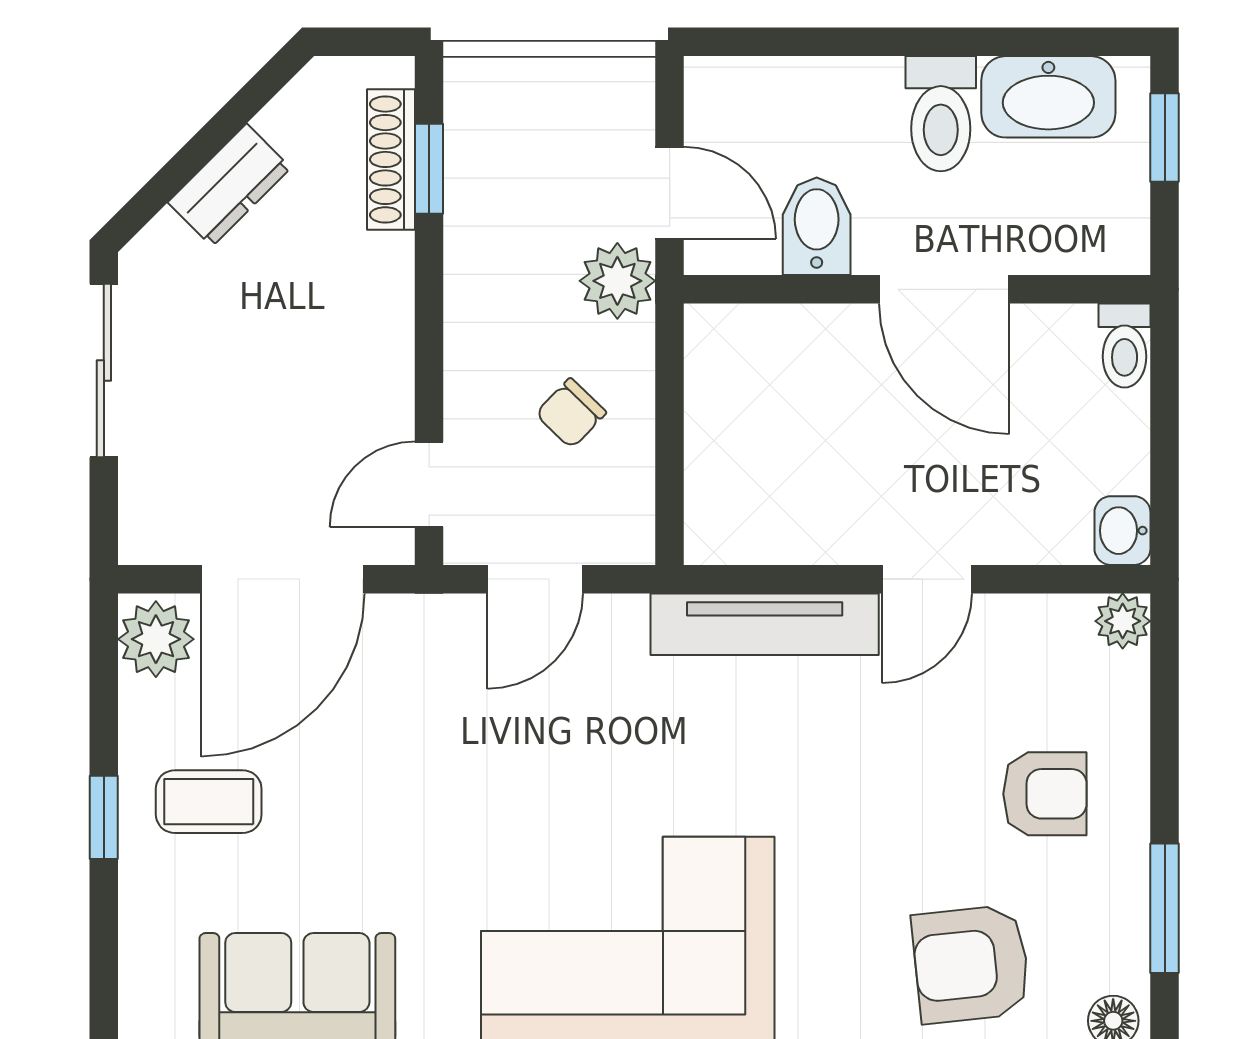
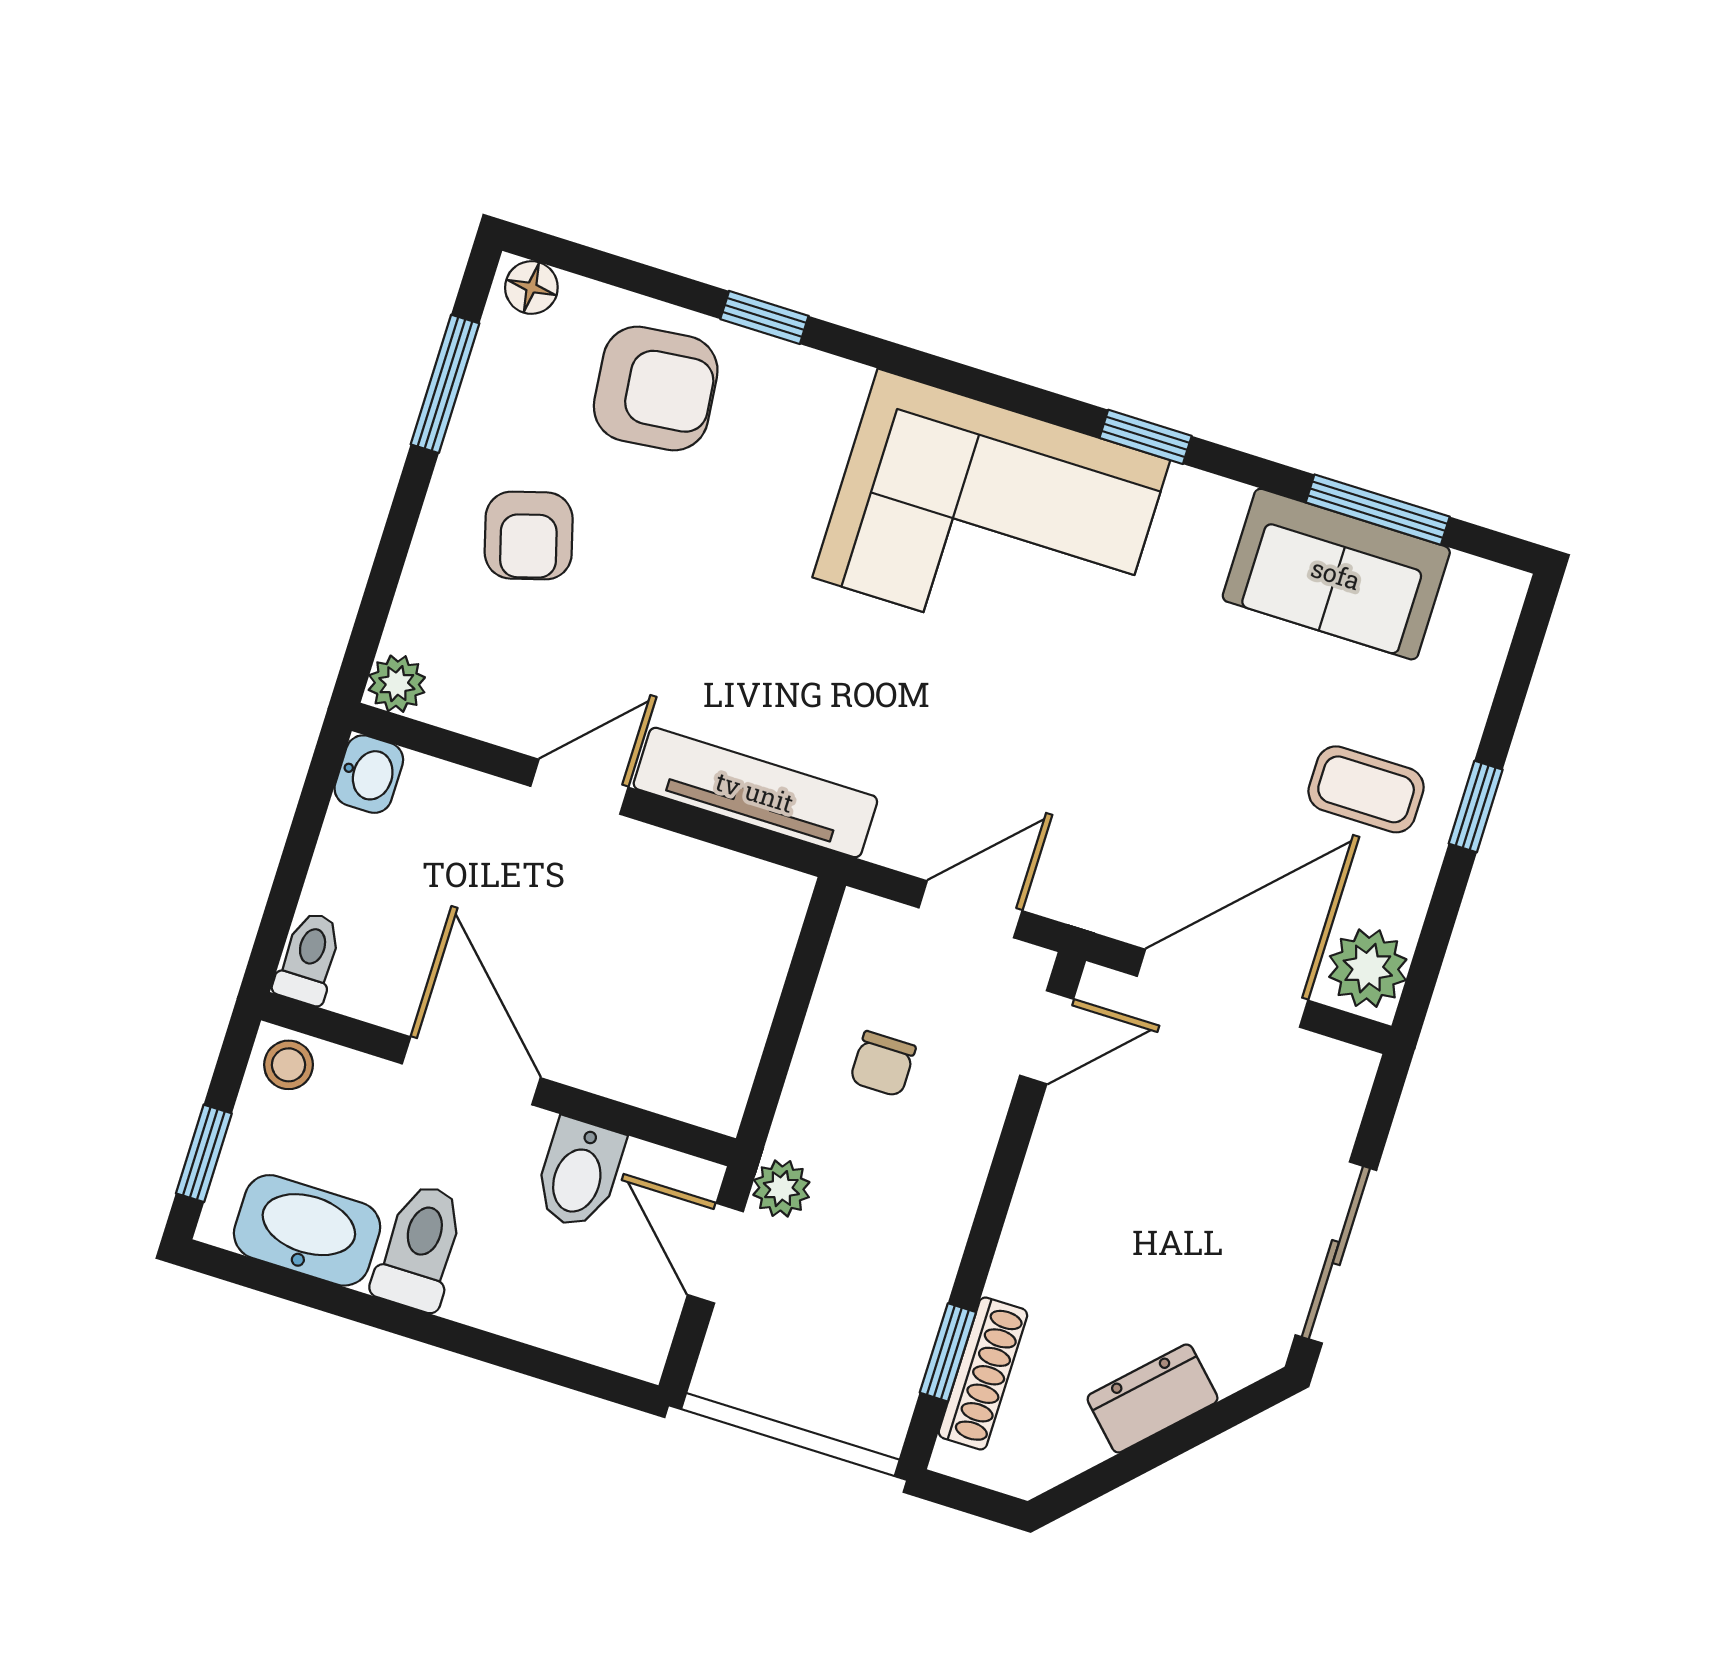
stool: (1113, 242) -> (289, 1065), added
plant: (617, 281) -> (781, 1189), width x0.73, depth x0.73
chair: (571, 413) -> (883, 1064), turned 136
armchair: (1045, 794) -> (529, 536), turned -106

